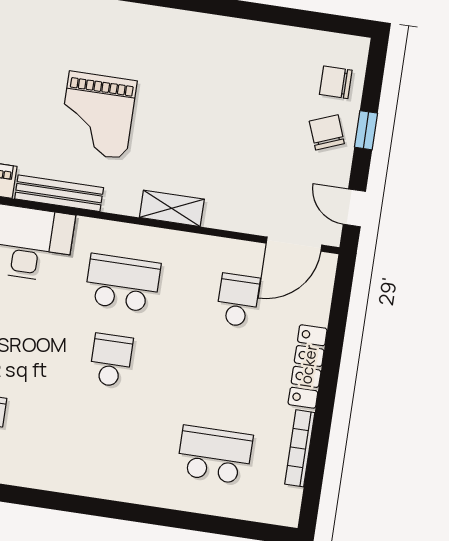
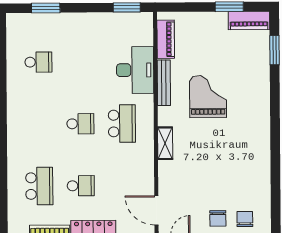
grand piano: (98, 115) -> (208, 97), turned 90
chair: (327, 132) -> (218, 218), turned 111
school desk: (238, 300) -> (81, 186), moved

